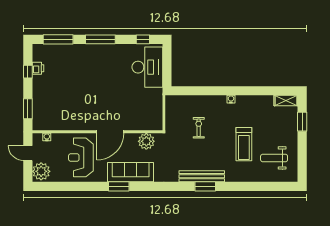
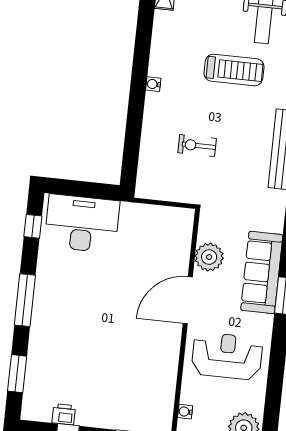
window: (58, 39) -> (17, 374), width x0.69
door: (110, 132) -> (188, 300), swing flipped
plant: (146, 141) -> (209, 257), moved
reception desk: (81, 157) -> (227, 356), turned 180

